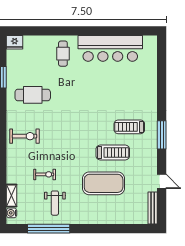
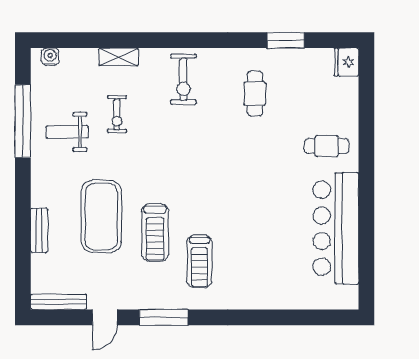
cafe table: (33, 95) -> (255, 94), width x0.73, depth x0.74
treadmill: (129, 127) -> (199, 261), turned 180
window: (162, 135) -> (164, 317), moved
shelving: (12, 196) -> (118, 57), moved
bench: (112, 219) -> (39, 230), added

